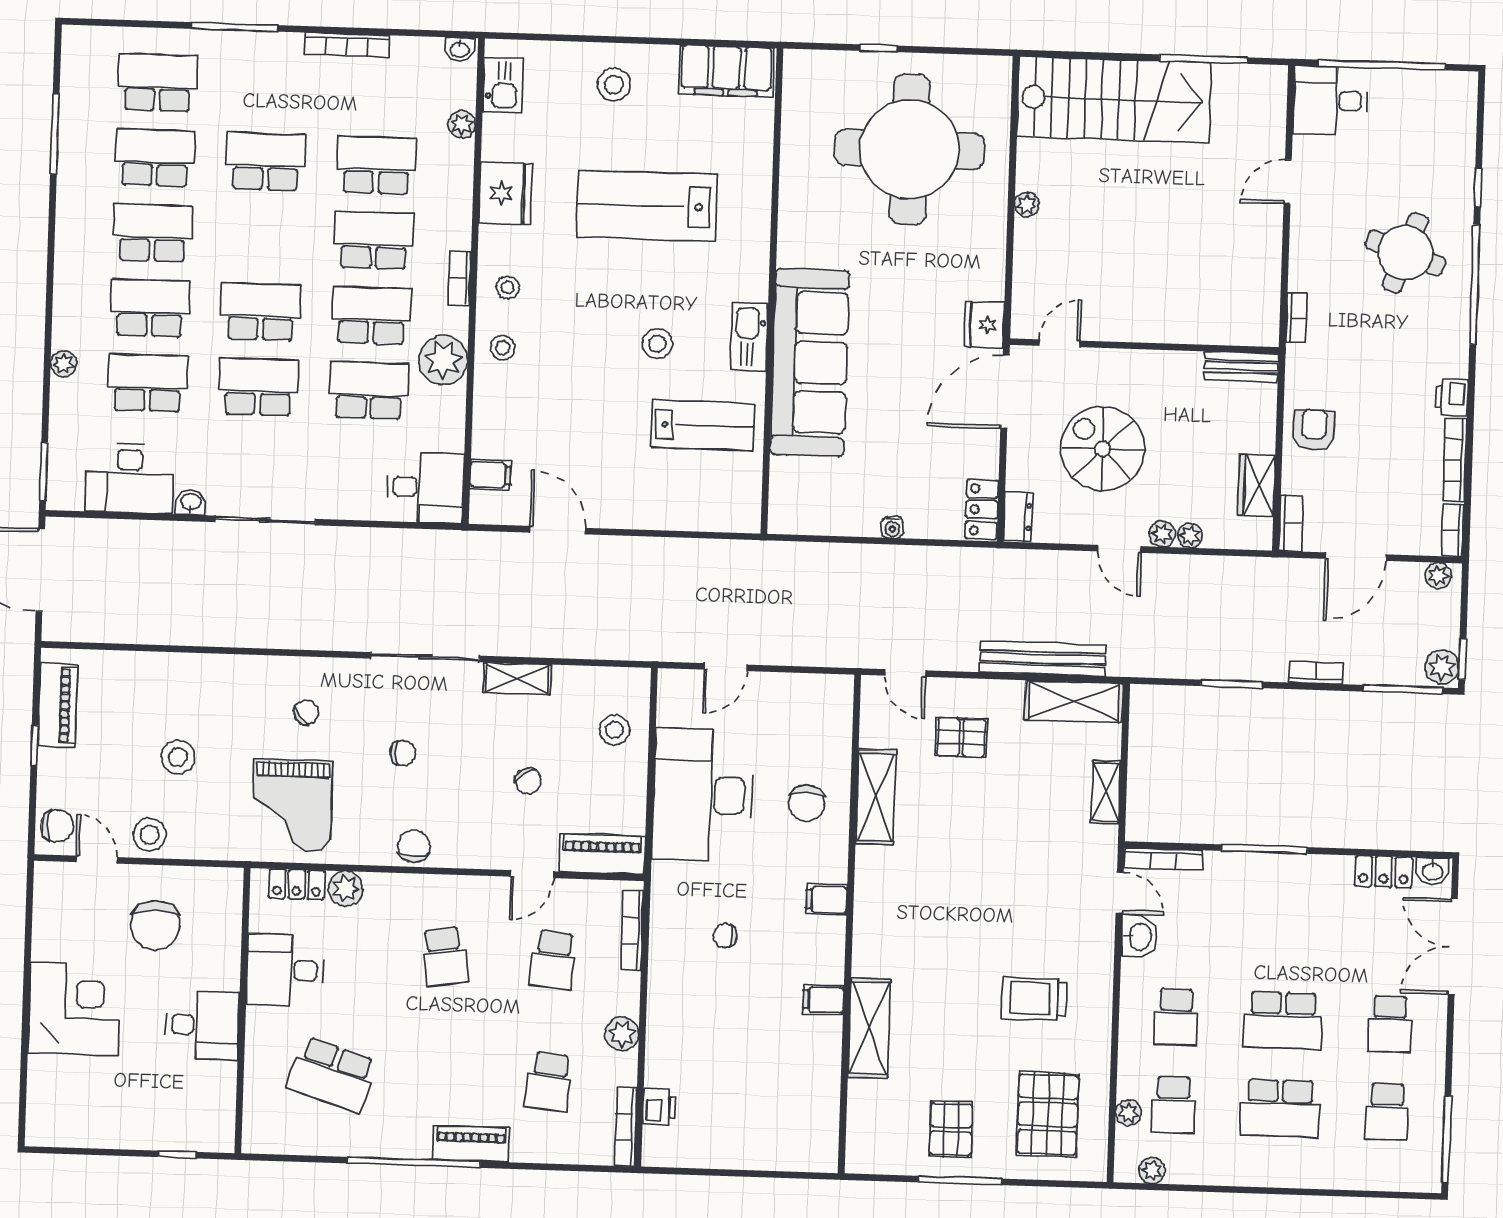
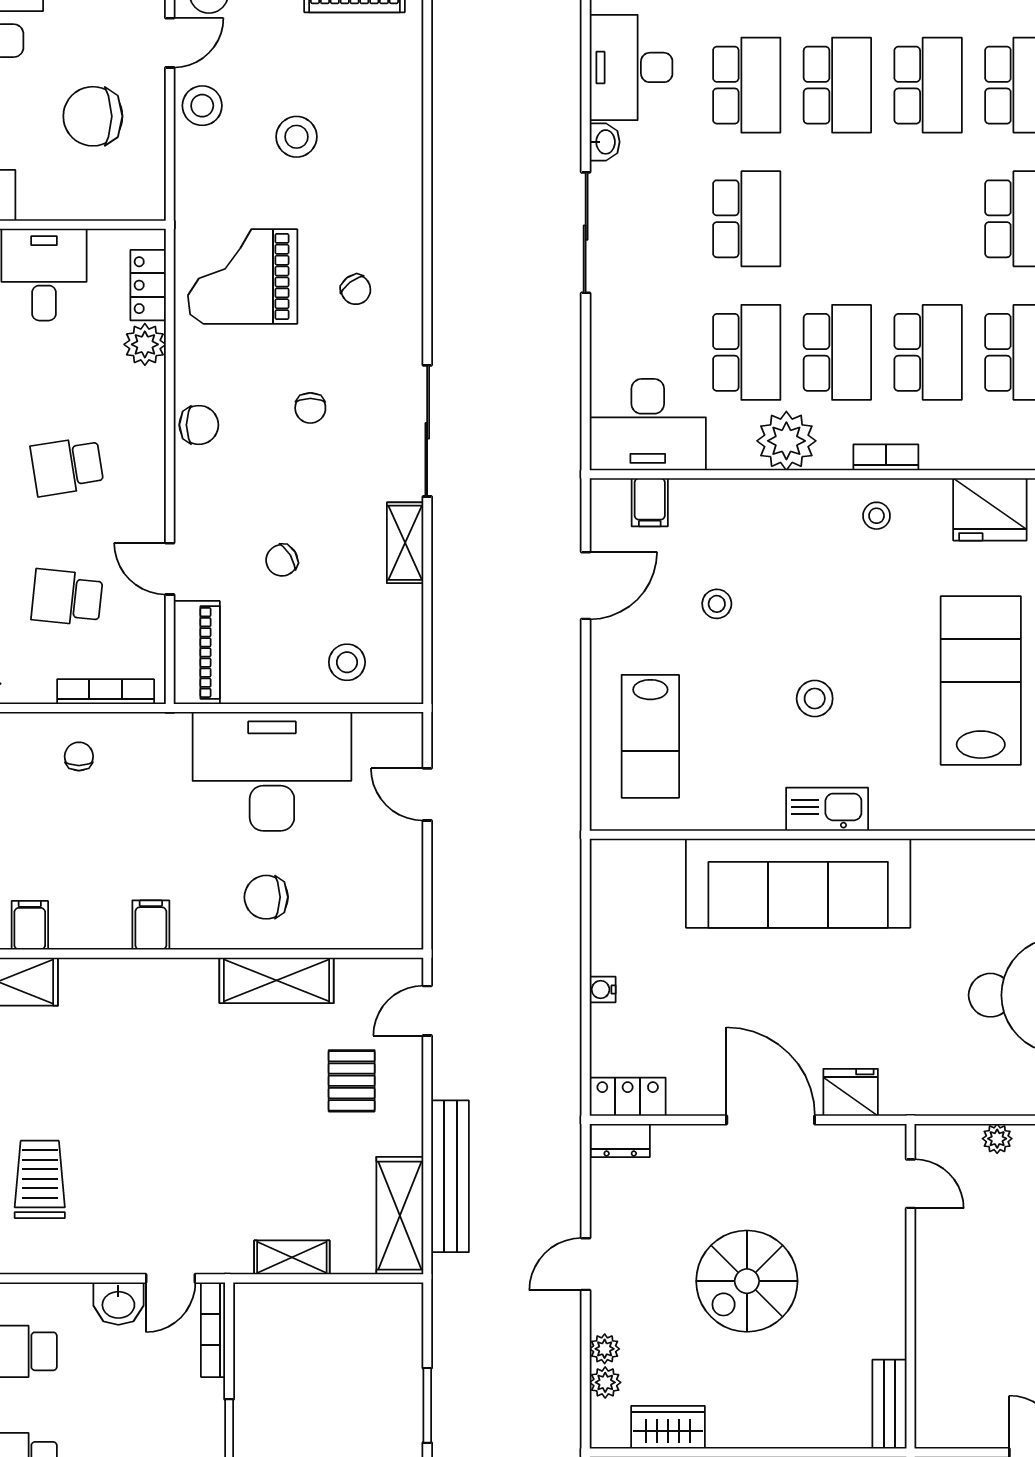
school desk: (261, 312) -> (837, 219), removed
door: (1060, 343) -> (910, 1184), moved
wall: (1144, 346) -> (910, 1286), moved
stool: (503, 348) -> (717, 604), moved
bench: (1241, 367) -> (890, 1404), moved
lab bench: (703, 425) -> (650, 736), moved
spiral stairs: (1103, 449) -> (747, 1281), moved, turned 180
desk: (425, 487) -> (648, 425), width x1.37
plant: (1162, 534) -> (605, 1382), moved
chair: (725, 936) -> (79, 756), moved

